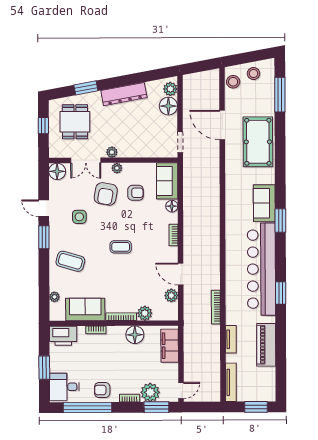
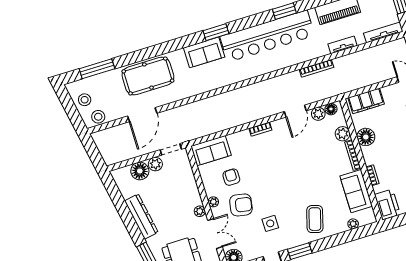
plant: (170, 89) -> (155, 164), moved
floor lamp: (172, 206) -> (331, 109), moved
coffee table: (121, 247) -> (287, 176), removed

